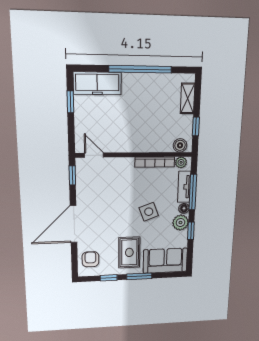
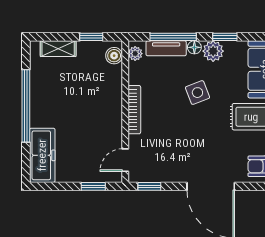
window: (70, 102) -> (93, 186), moved
bookcase: (155, 162) -> (134, 110), moved

